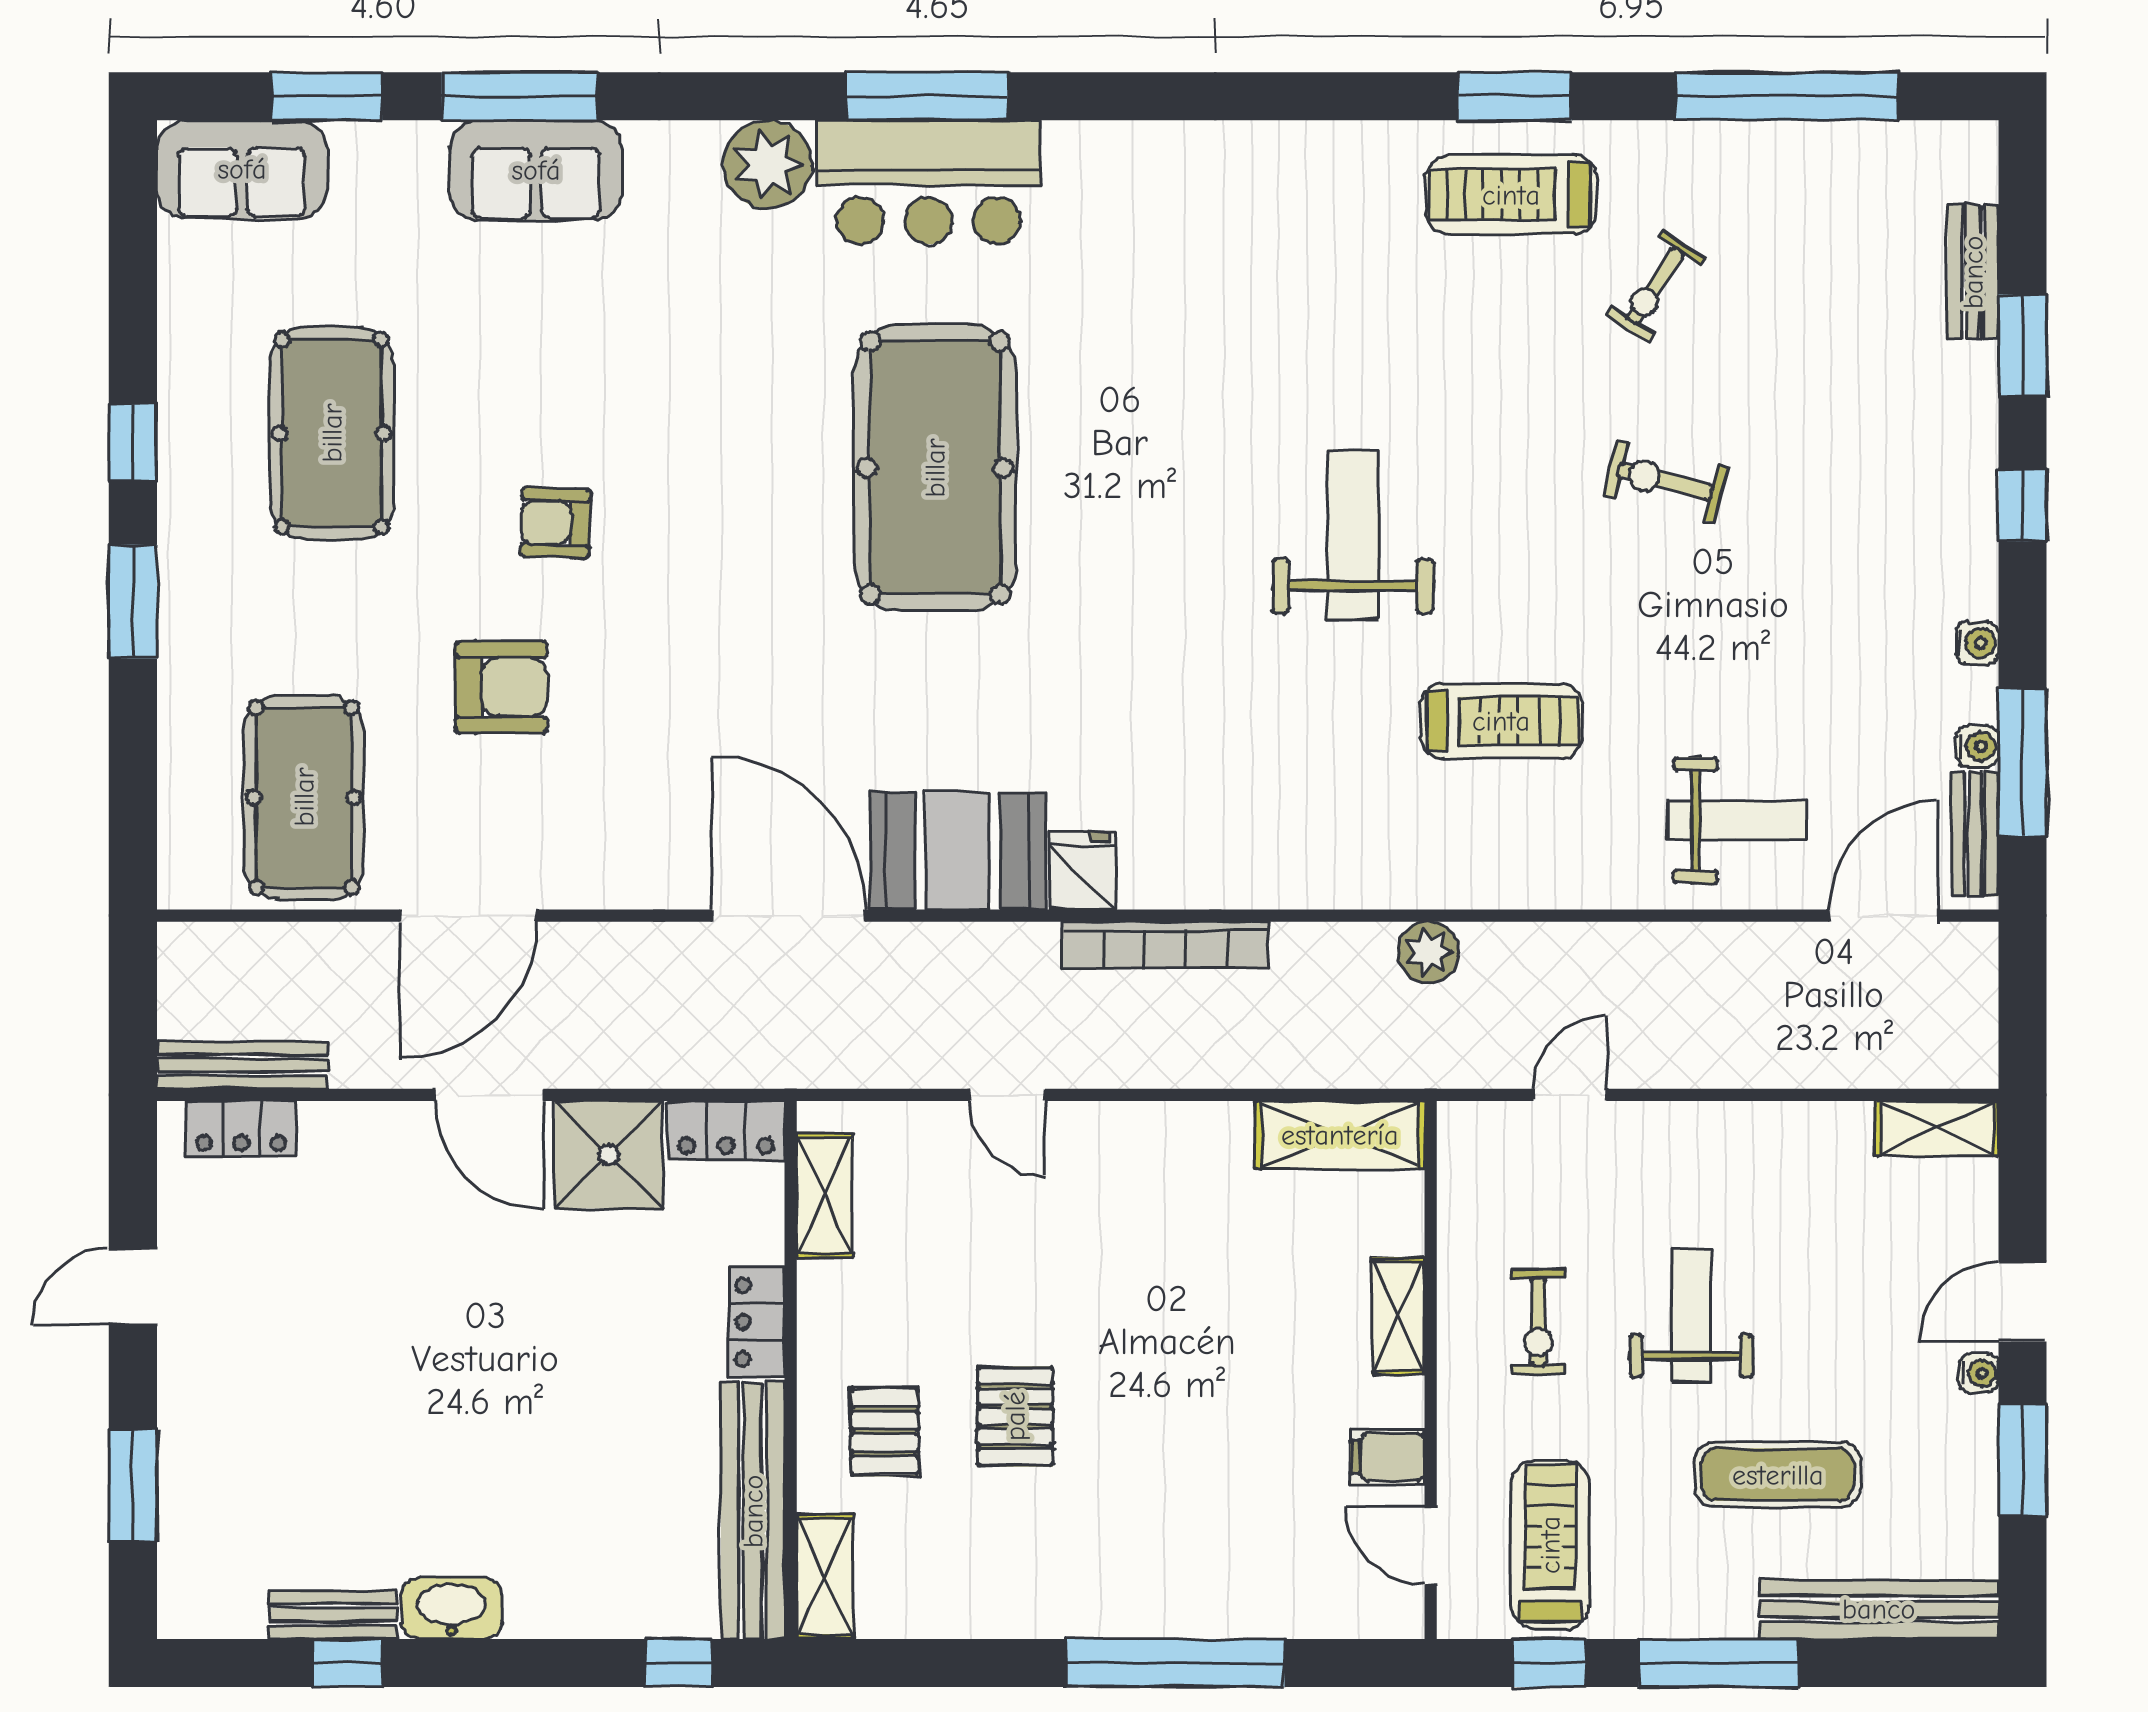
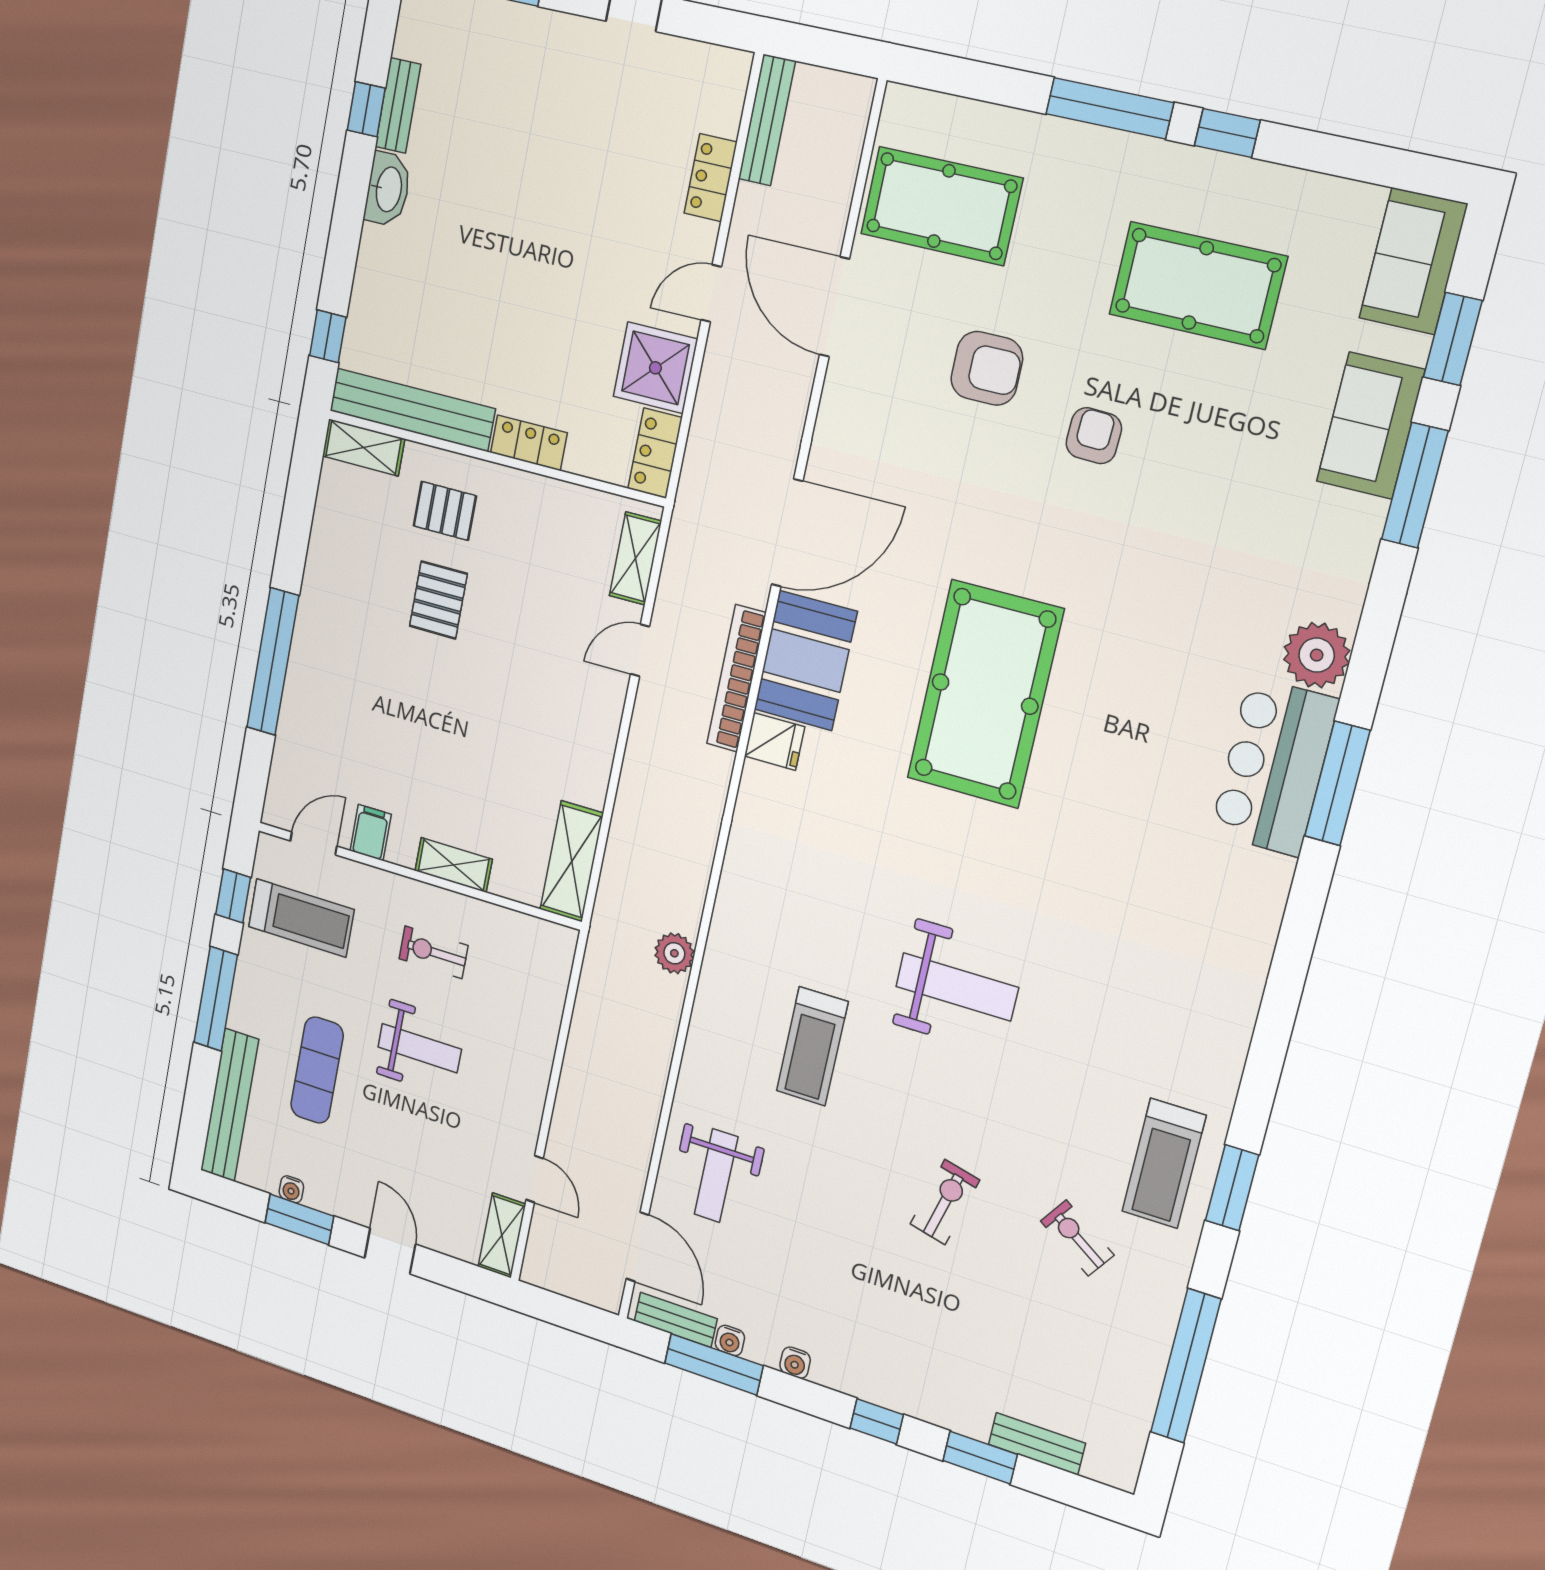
sofa: (536, 170) -> (1371, 426), moved
treadmill: (1511, 195) -> (1164, 1164), turned 180
pool table: (935, 468) -> (985, 694), moved, turned 90
window: (133, 602) -> (1110, 108), width x1.44
armchair: (501, 687) -> (987, 368), turned -90
bookcase: (1165, 945) -> (736, 678), moved
door: (489, 1095) -> (711, 293), width x0.73
door: (1570, 1095) -> (535, 1179), moved
locker: (241, 1129) -> (711, 178), moved
shelving: (825, 1196) -> (635, 558), moved, turned 90
water cooler: (1979, 1373) -> (291, 1189), moved
pallet: (1015, 1416) -> (438, 600), turned 90

